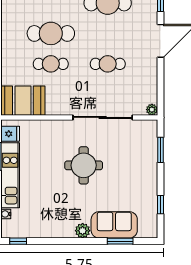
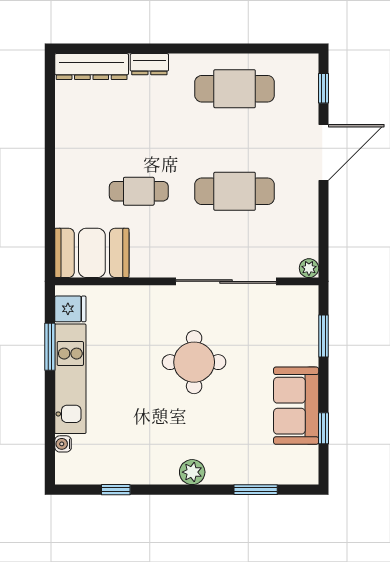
cafe table: (51, 33) -> (139, 140), removed
cafe table: (108, 64) -> (235, 191), width x1.37, depth x1.35
sofa: (114, 225) -> (296, 406), moved, turned -90
window: (18, 241) -> (116, 490), moved

